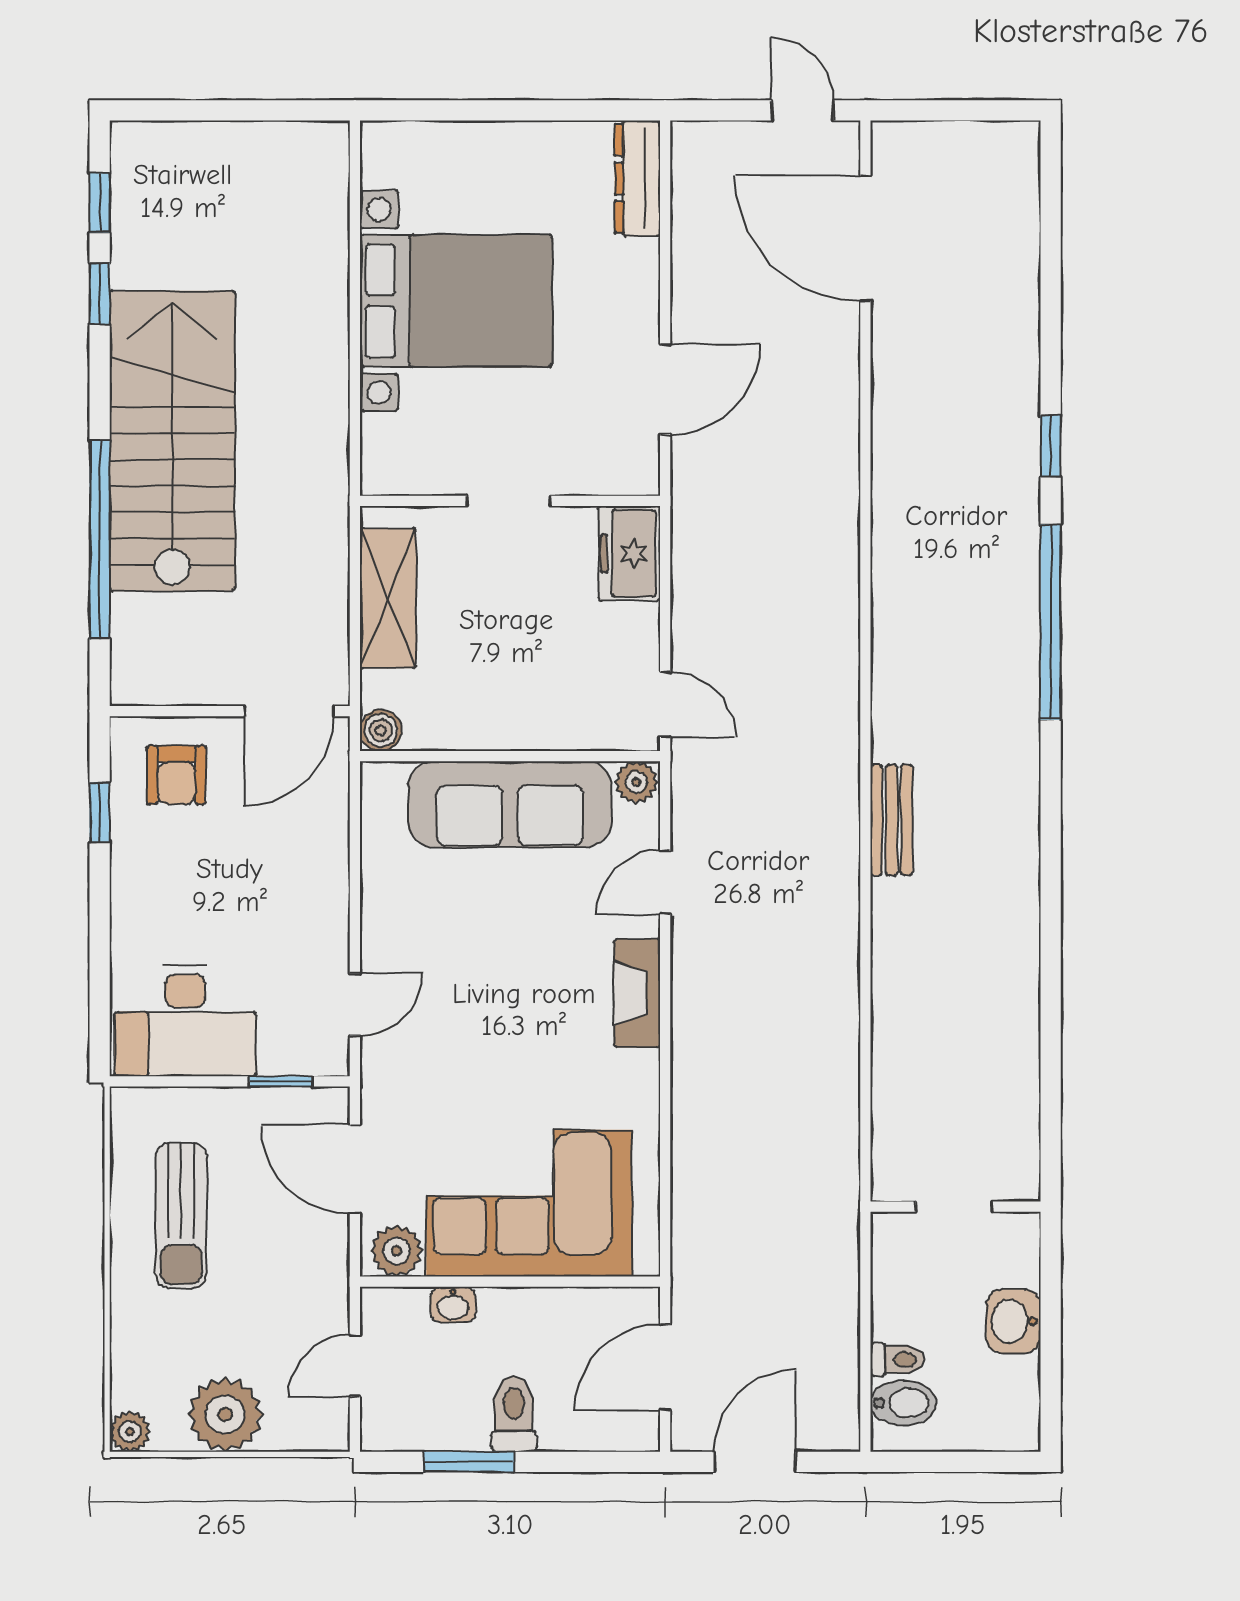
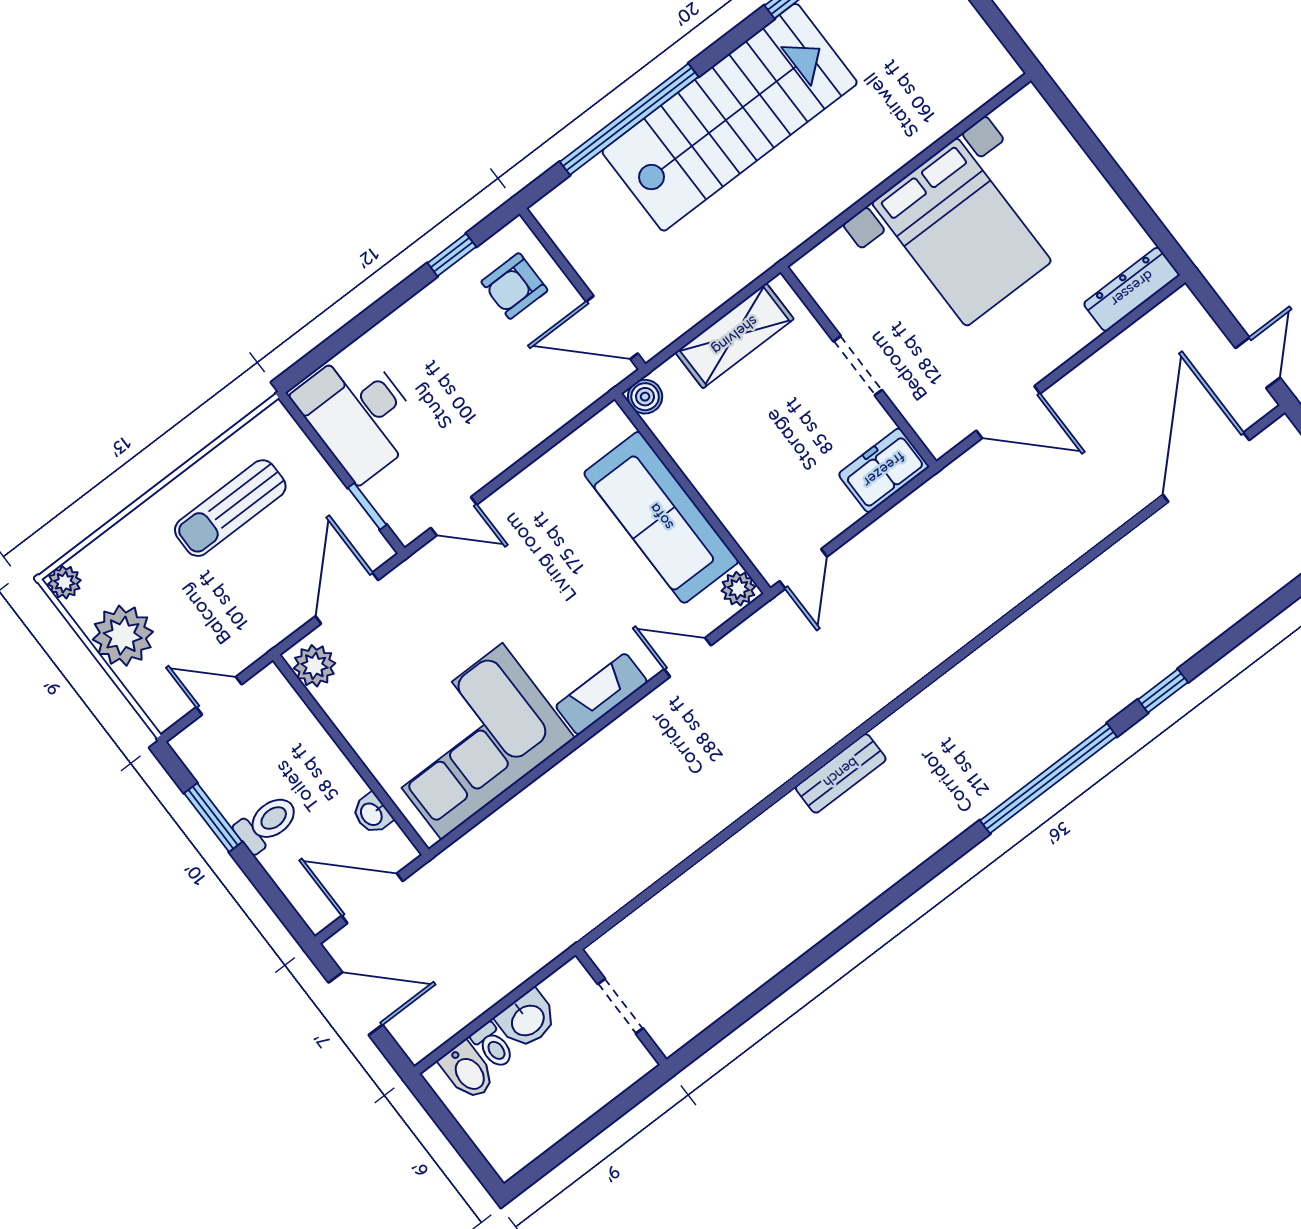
corner sofa: (529, 1203) -> (472, 741), moved, turned -90
washbasin: (453, 1305) -> (372, 814), moved
washbasin: (1013, 1321) -> (527, 1019), moved, turned 180

